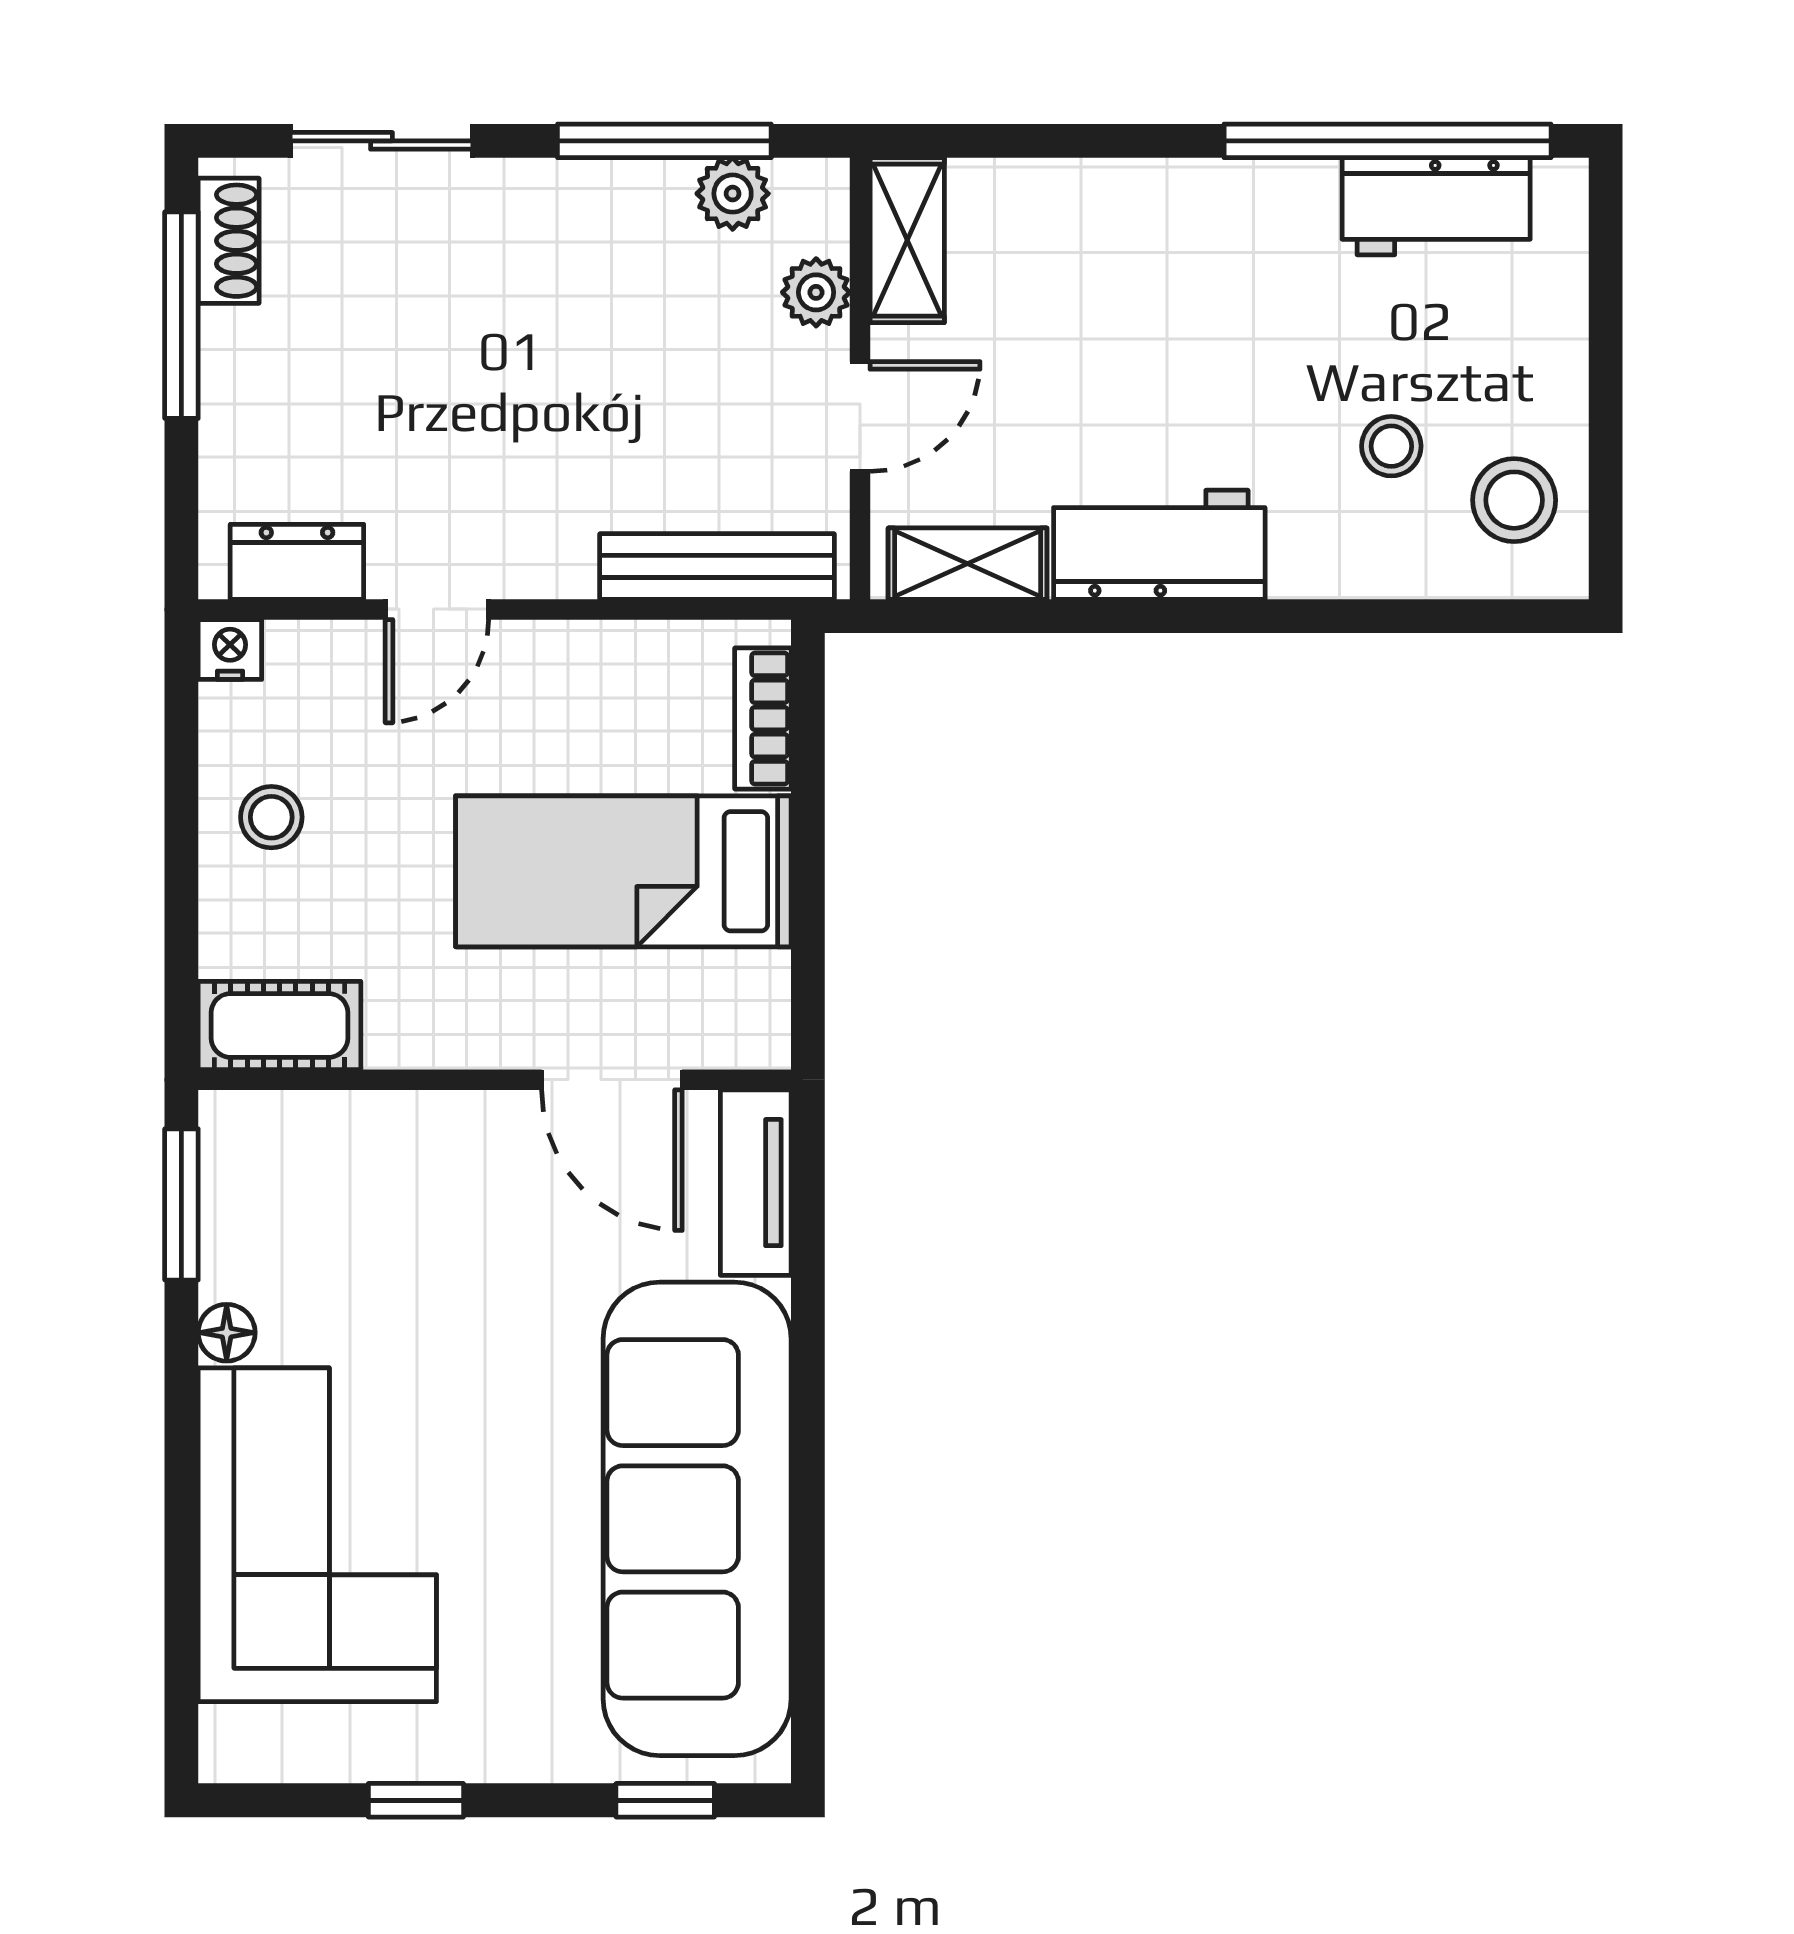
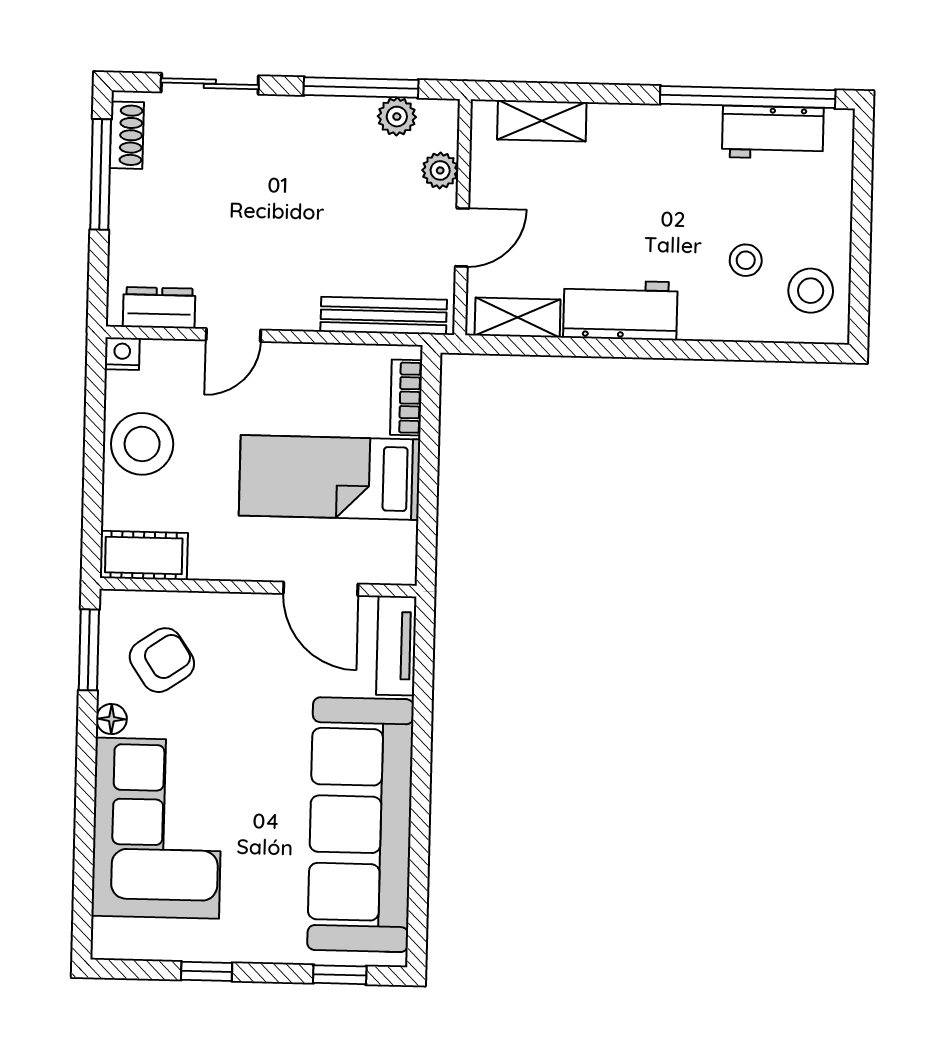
shelving: (907, 240) -> (542, 121), moved, turned 90
stool: (271, 817) -> (142, 444), width x1.89, depth x1.89
armchair: (318, 1220) -> (162, 660), added

